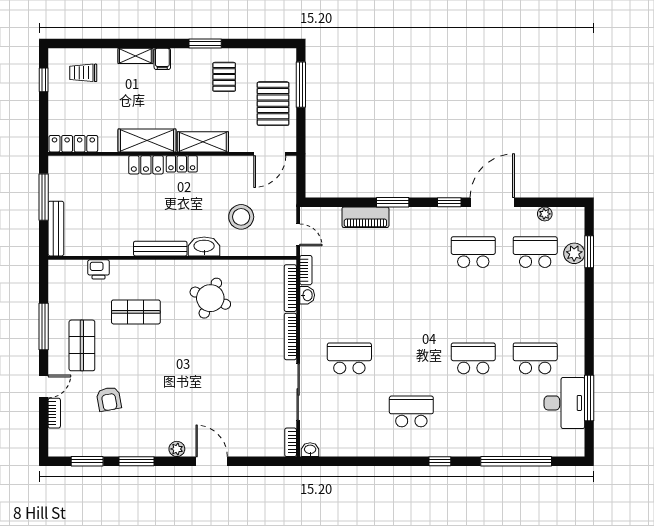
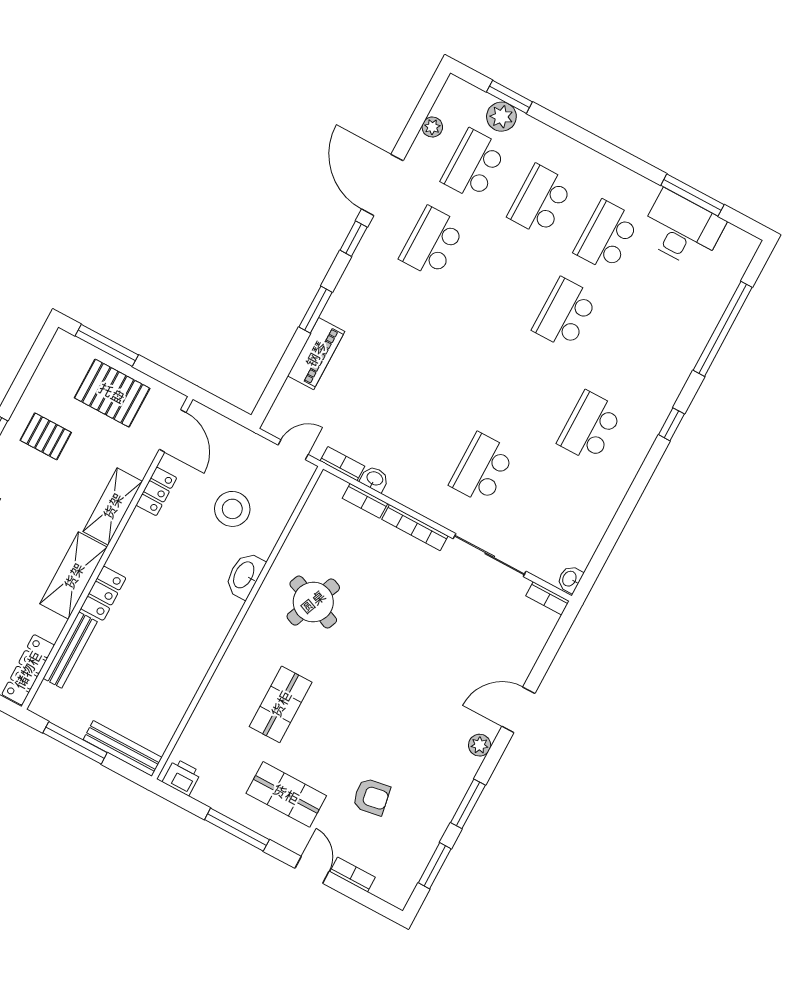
locker: (182, 164) -> (156, 491), moved
bench: (160, 249) -> (70, 650), moved
printer: (99, 269) -> (182, 777), moved, turned -90
bookcase: (290, 288) -> (365, 501), width x0.64
school desk: (535, 305) -> (540, 200), added

